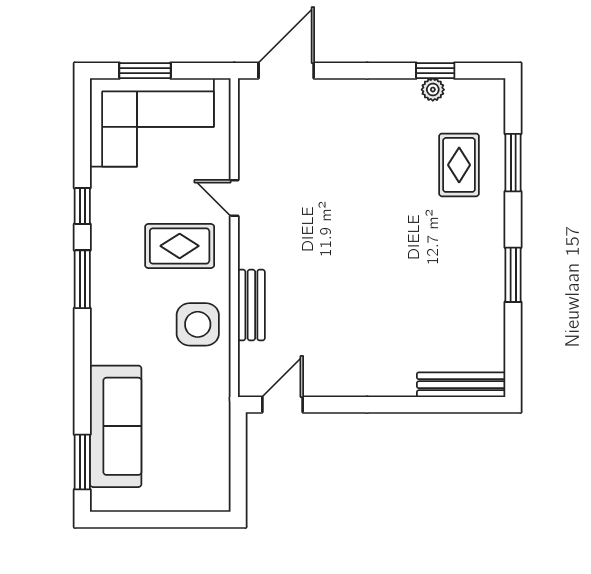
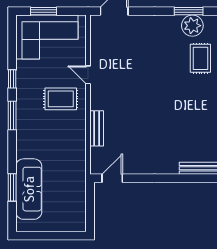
window: (435, 71) -> (189, 11), width x1.50
plant: (433, 90) -> (192, 26), width x1.87, depth x1.87
side table: (198, 324) -> (70, 138), removed
window: (82, 462) -> (12, 187), moved

